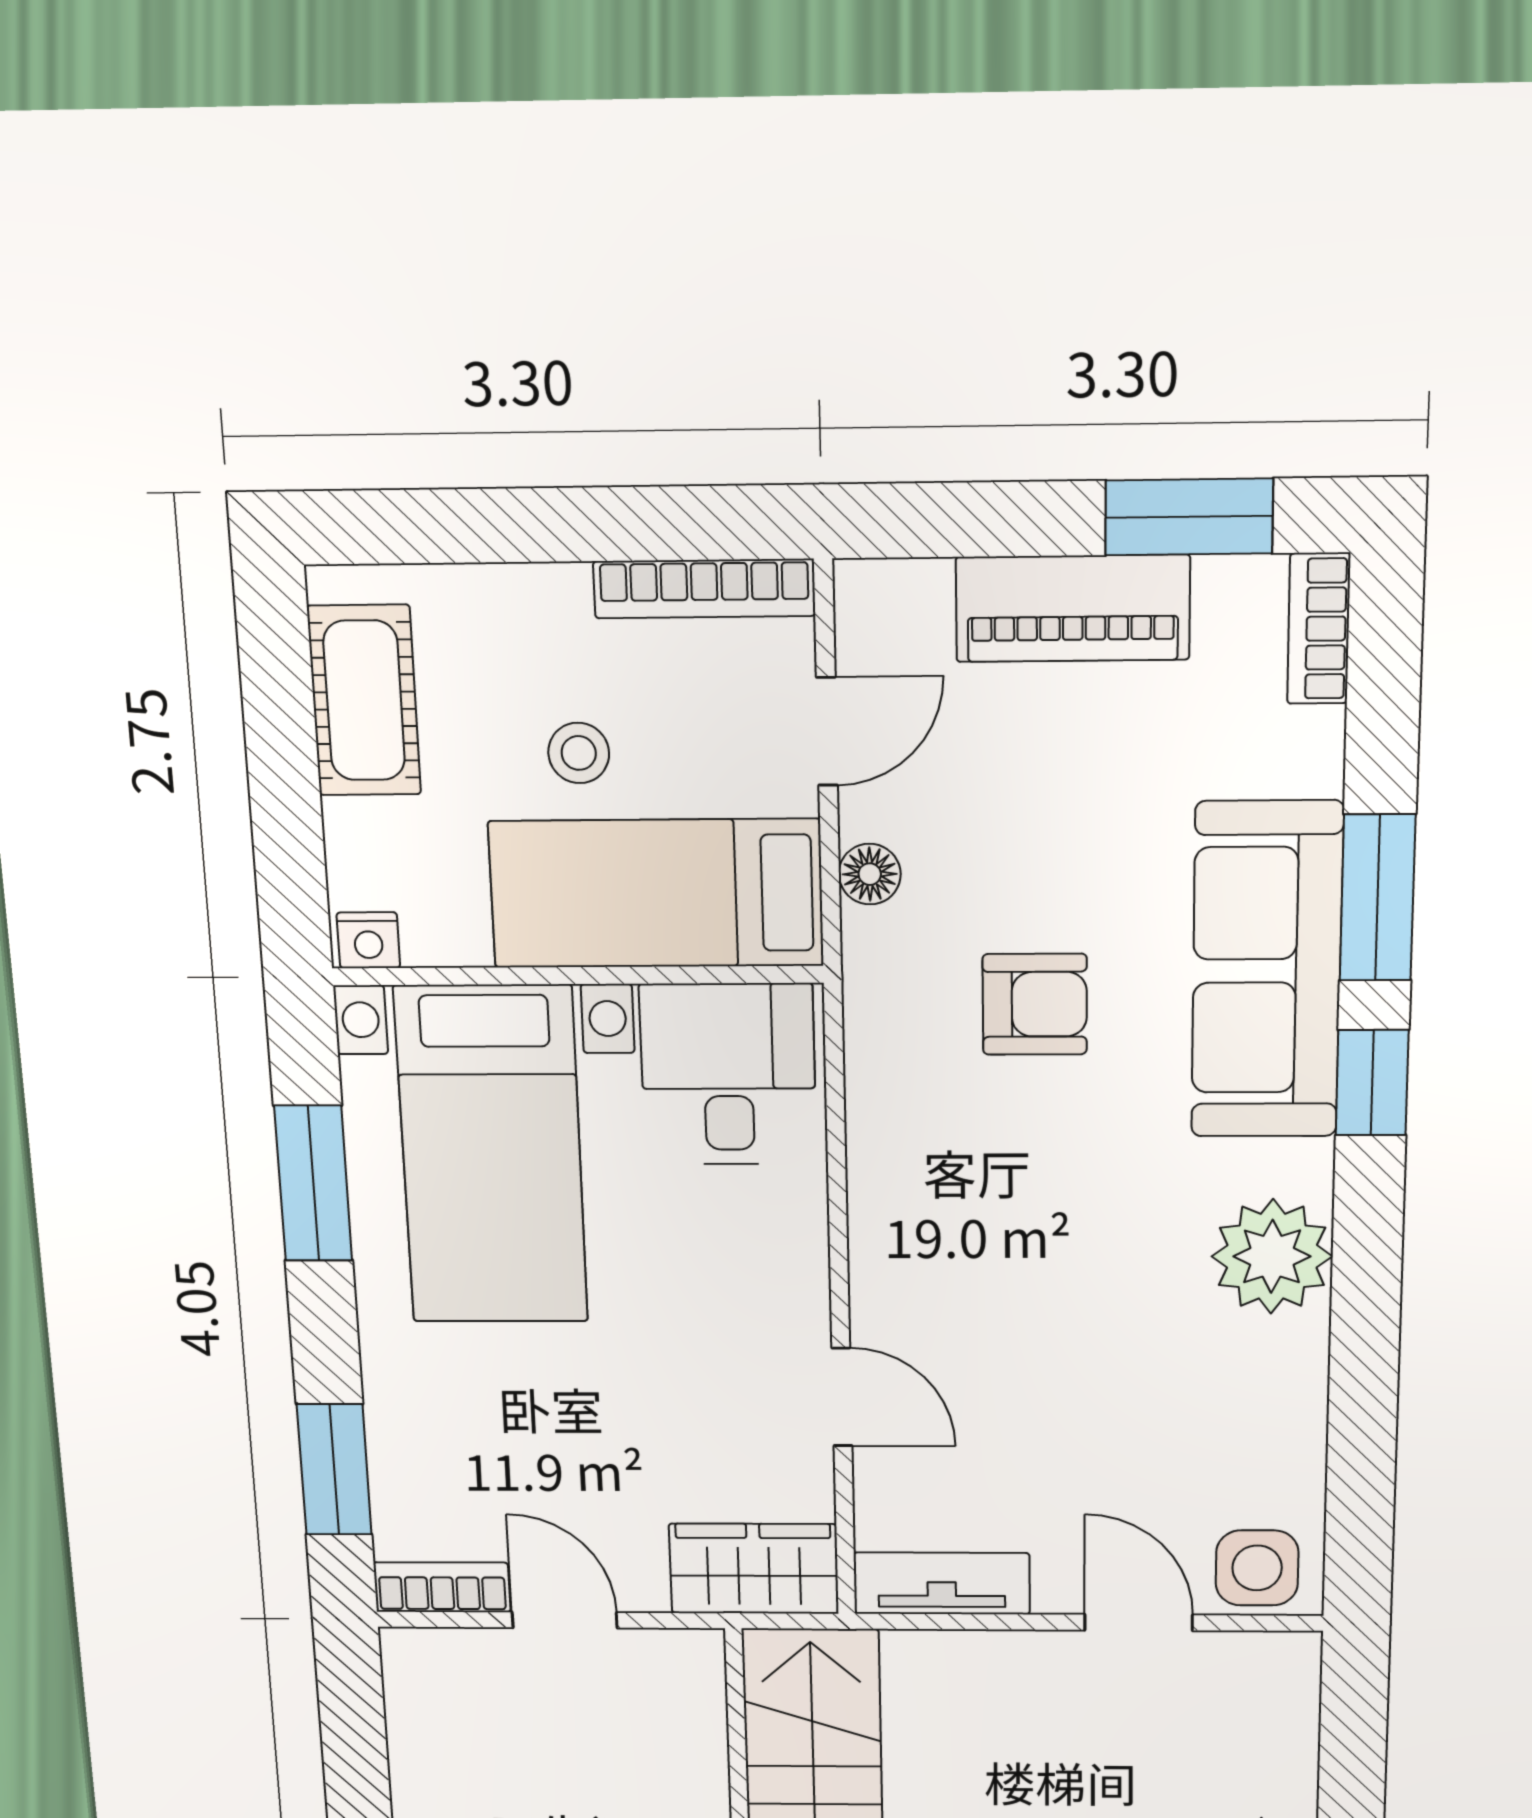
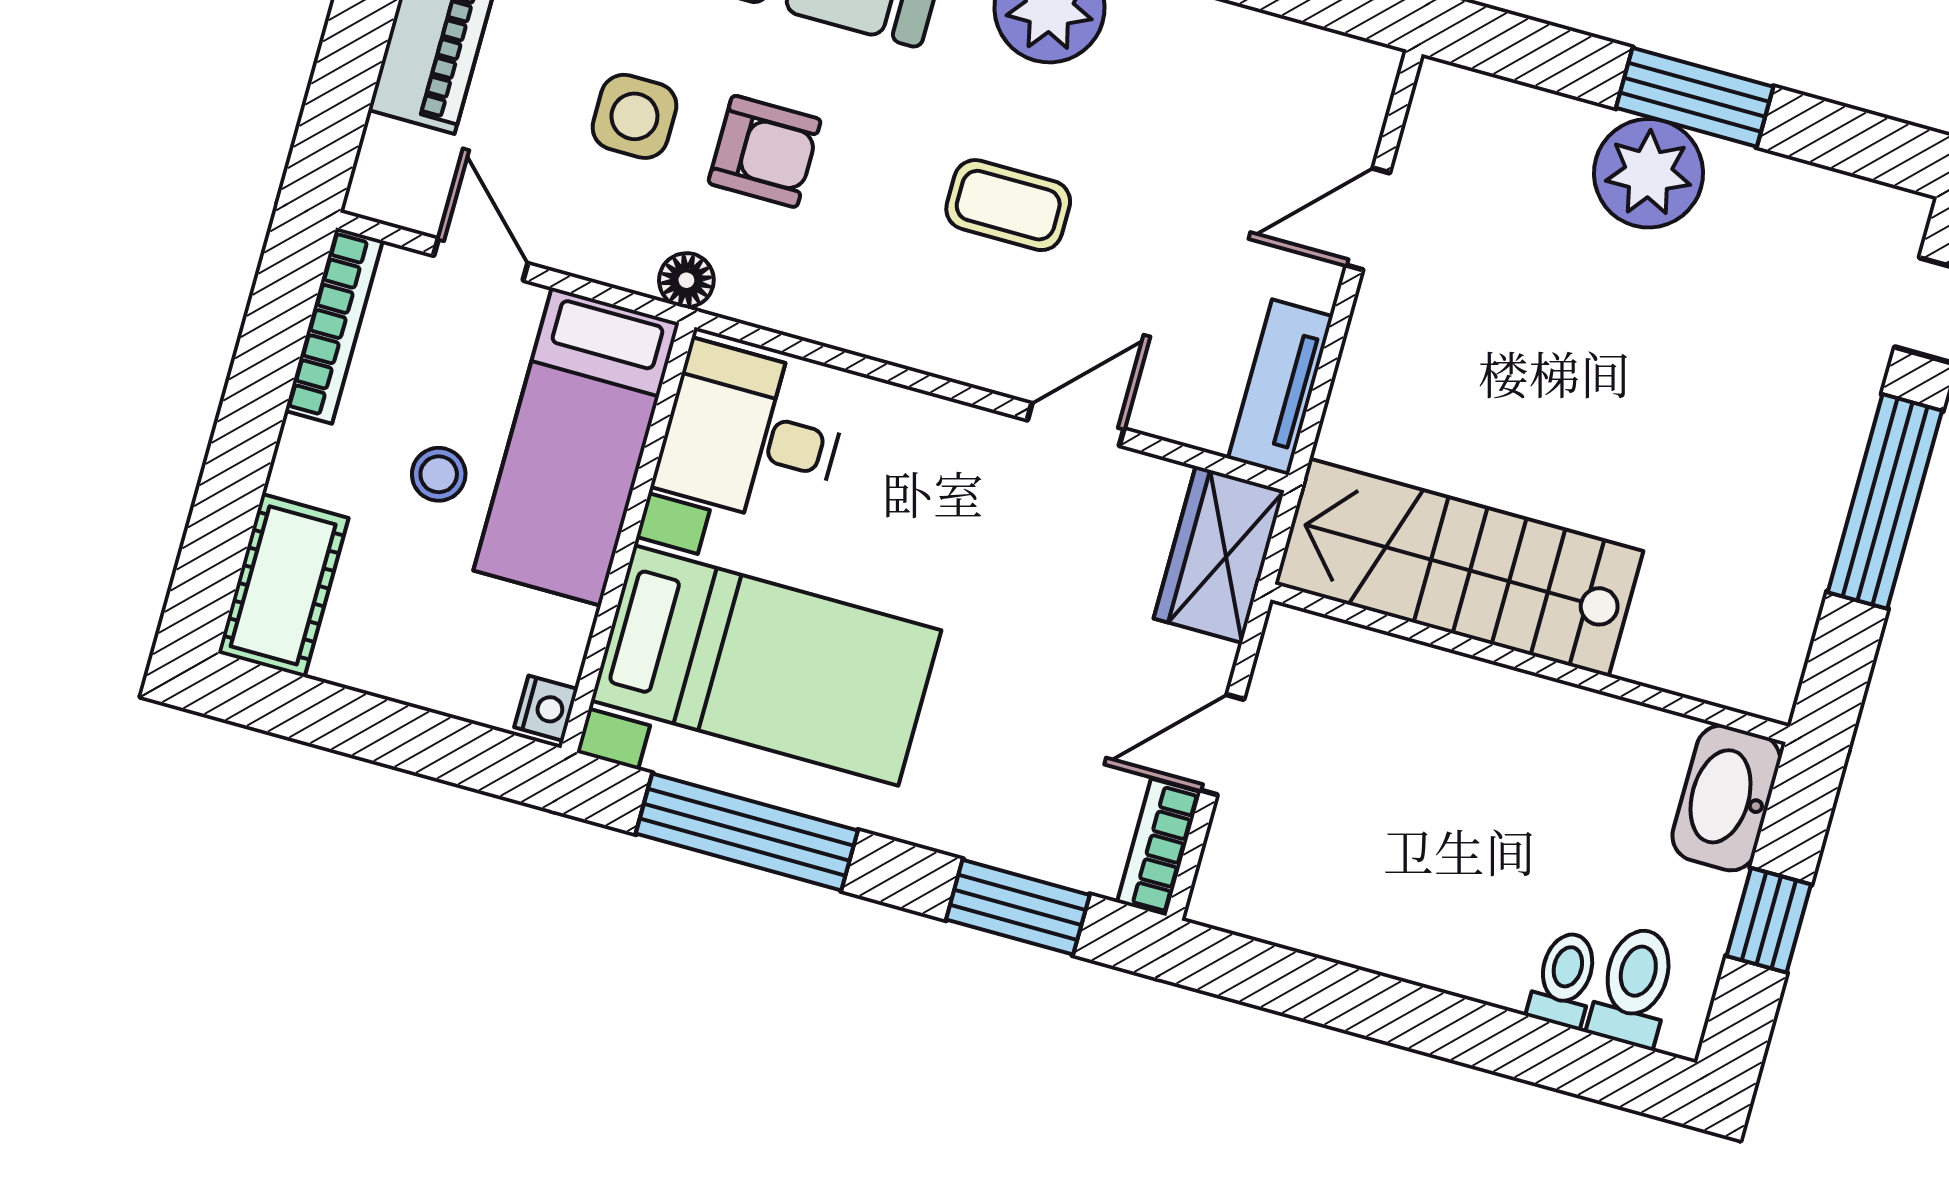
cot: (364, 701) -> (283, 585), moved, turned 90
floor lamp: (870, 874) -> (686, 280), moved
armchair: (1035, 1004) -> (765, 151), turned 90
window: (313, 1183) -> (747, 832), width x1.44
coffee table: (1050, 1270) -> (1008, 205), added
side table: (1257, 1568) -> (634, 116), moved

